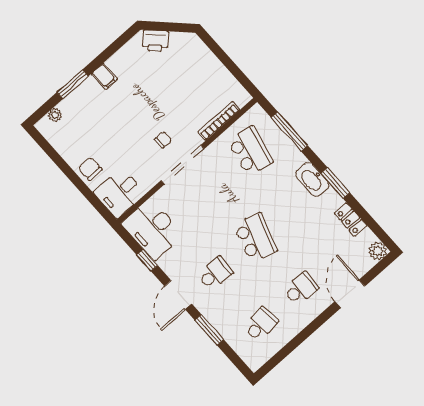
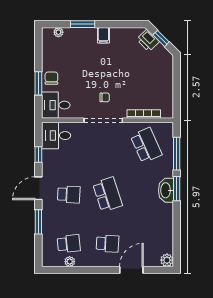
window: (167, 27) -> (161, 38), added
school desk: (250, 151) -> (146, 145), turned -36
window: (335, 183) -> (177, 189), moved
window: (81, 186) -> (38, 83), added
locker: (351, 220) -> (167, 230), removed
desk: (152, 229) -> (56, 136), width x0.73
school desk: (255, 238) -> (107, 194), turned -36
plant: (278, 342) -> (70, 262), added

